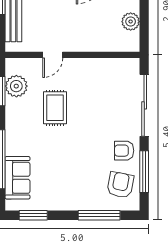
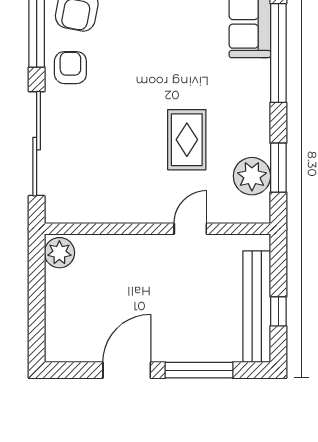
plant: (131, 22) -> (59, 253), moved
armchair: (124, 151) -> (70, 68), turned -90

